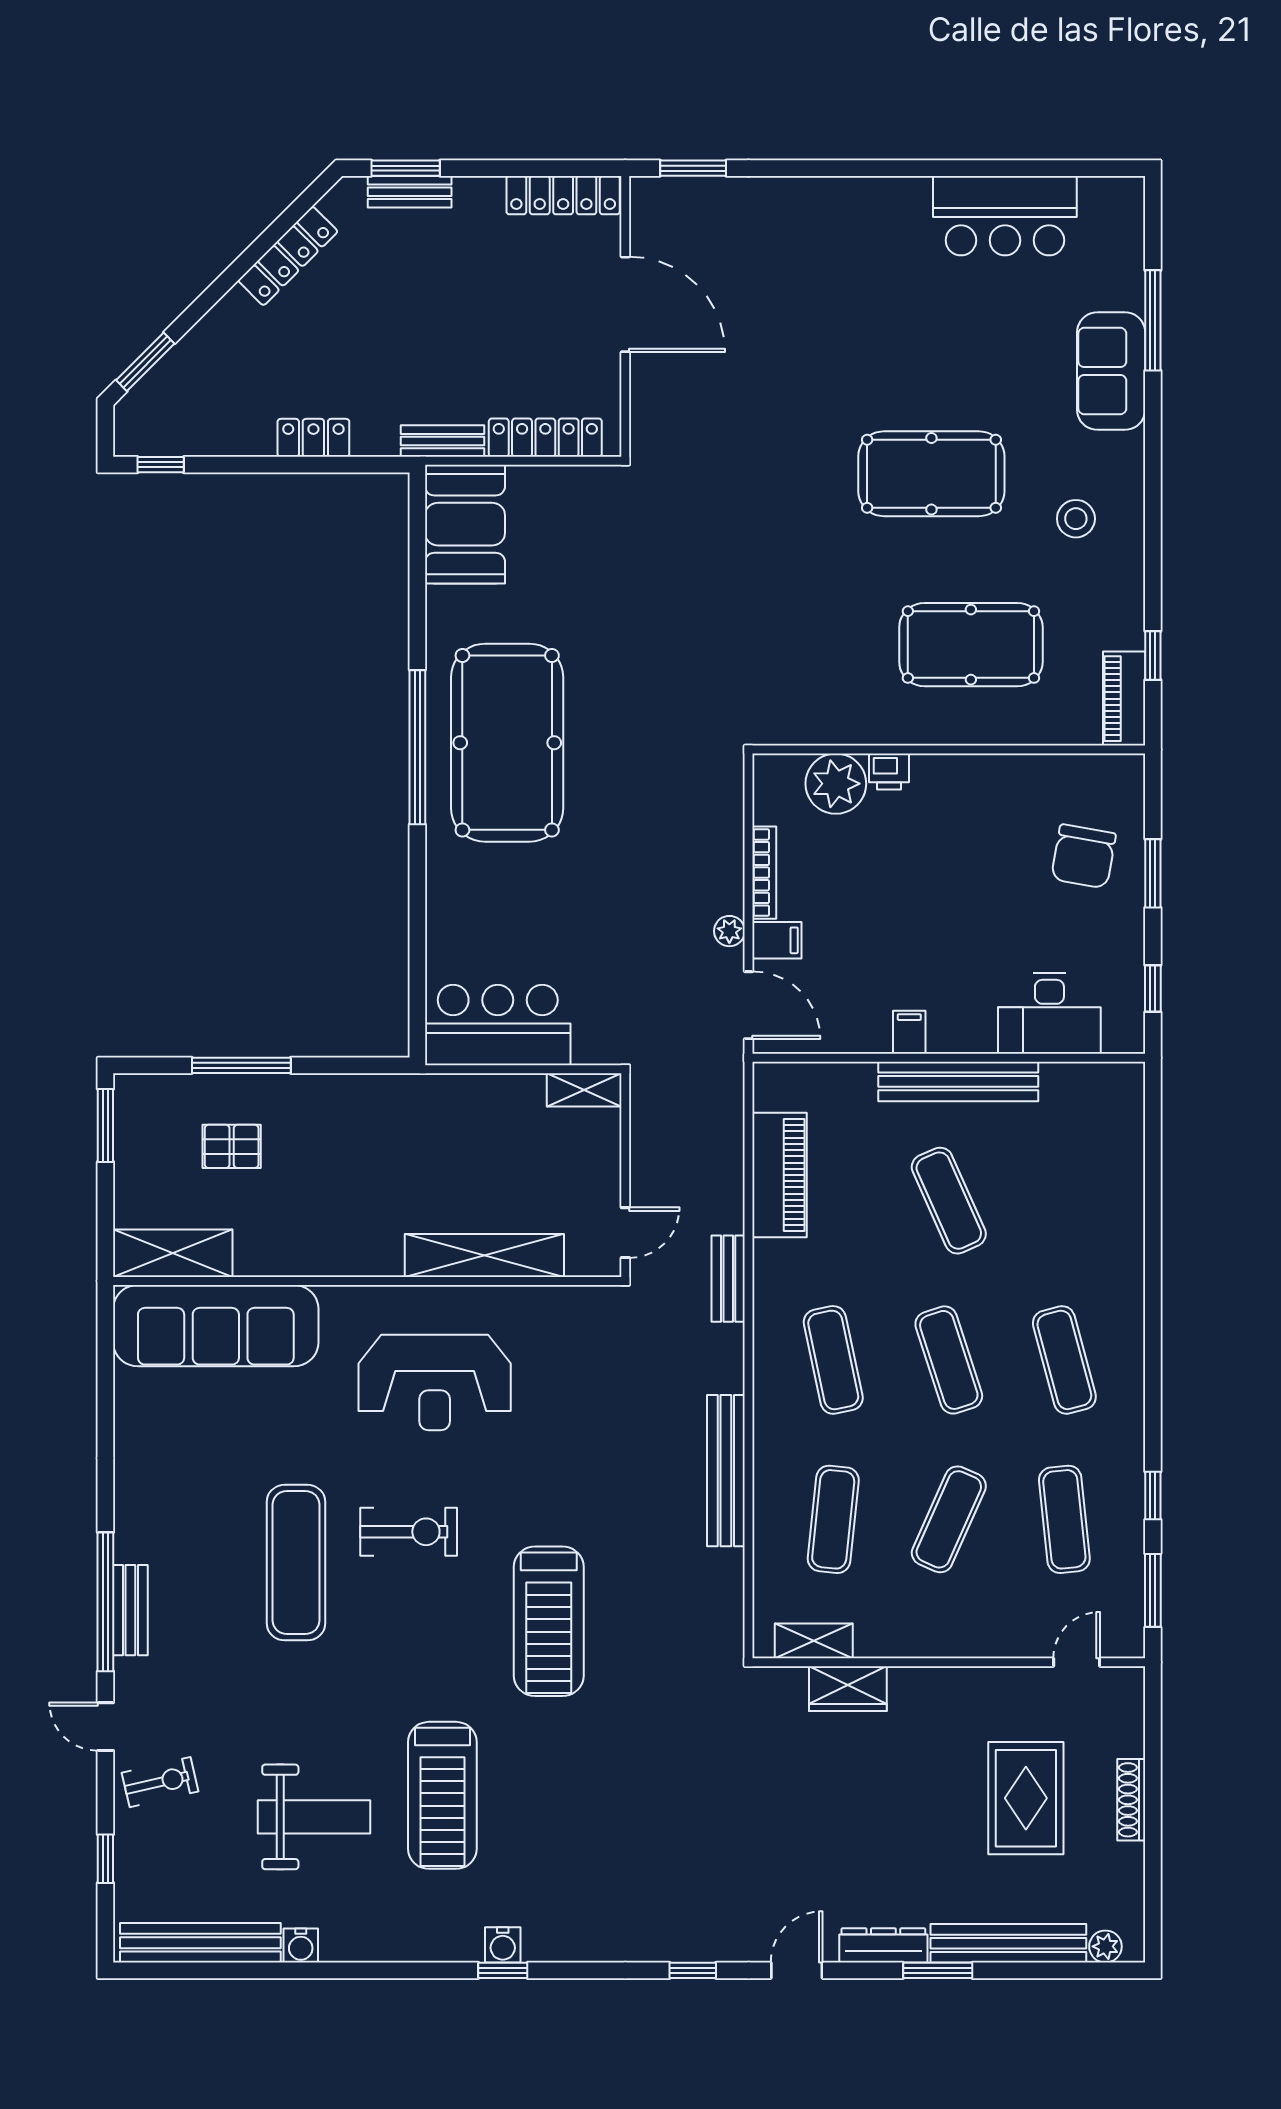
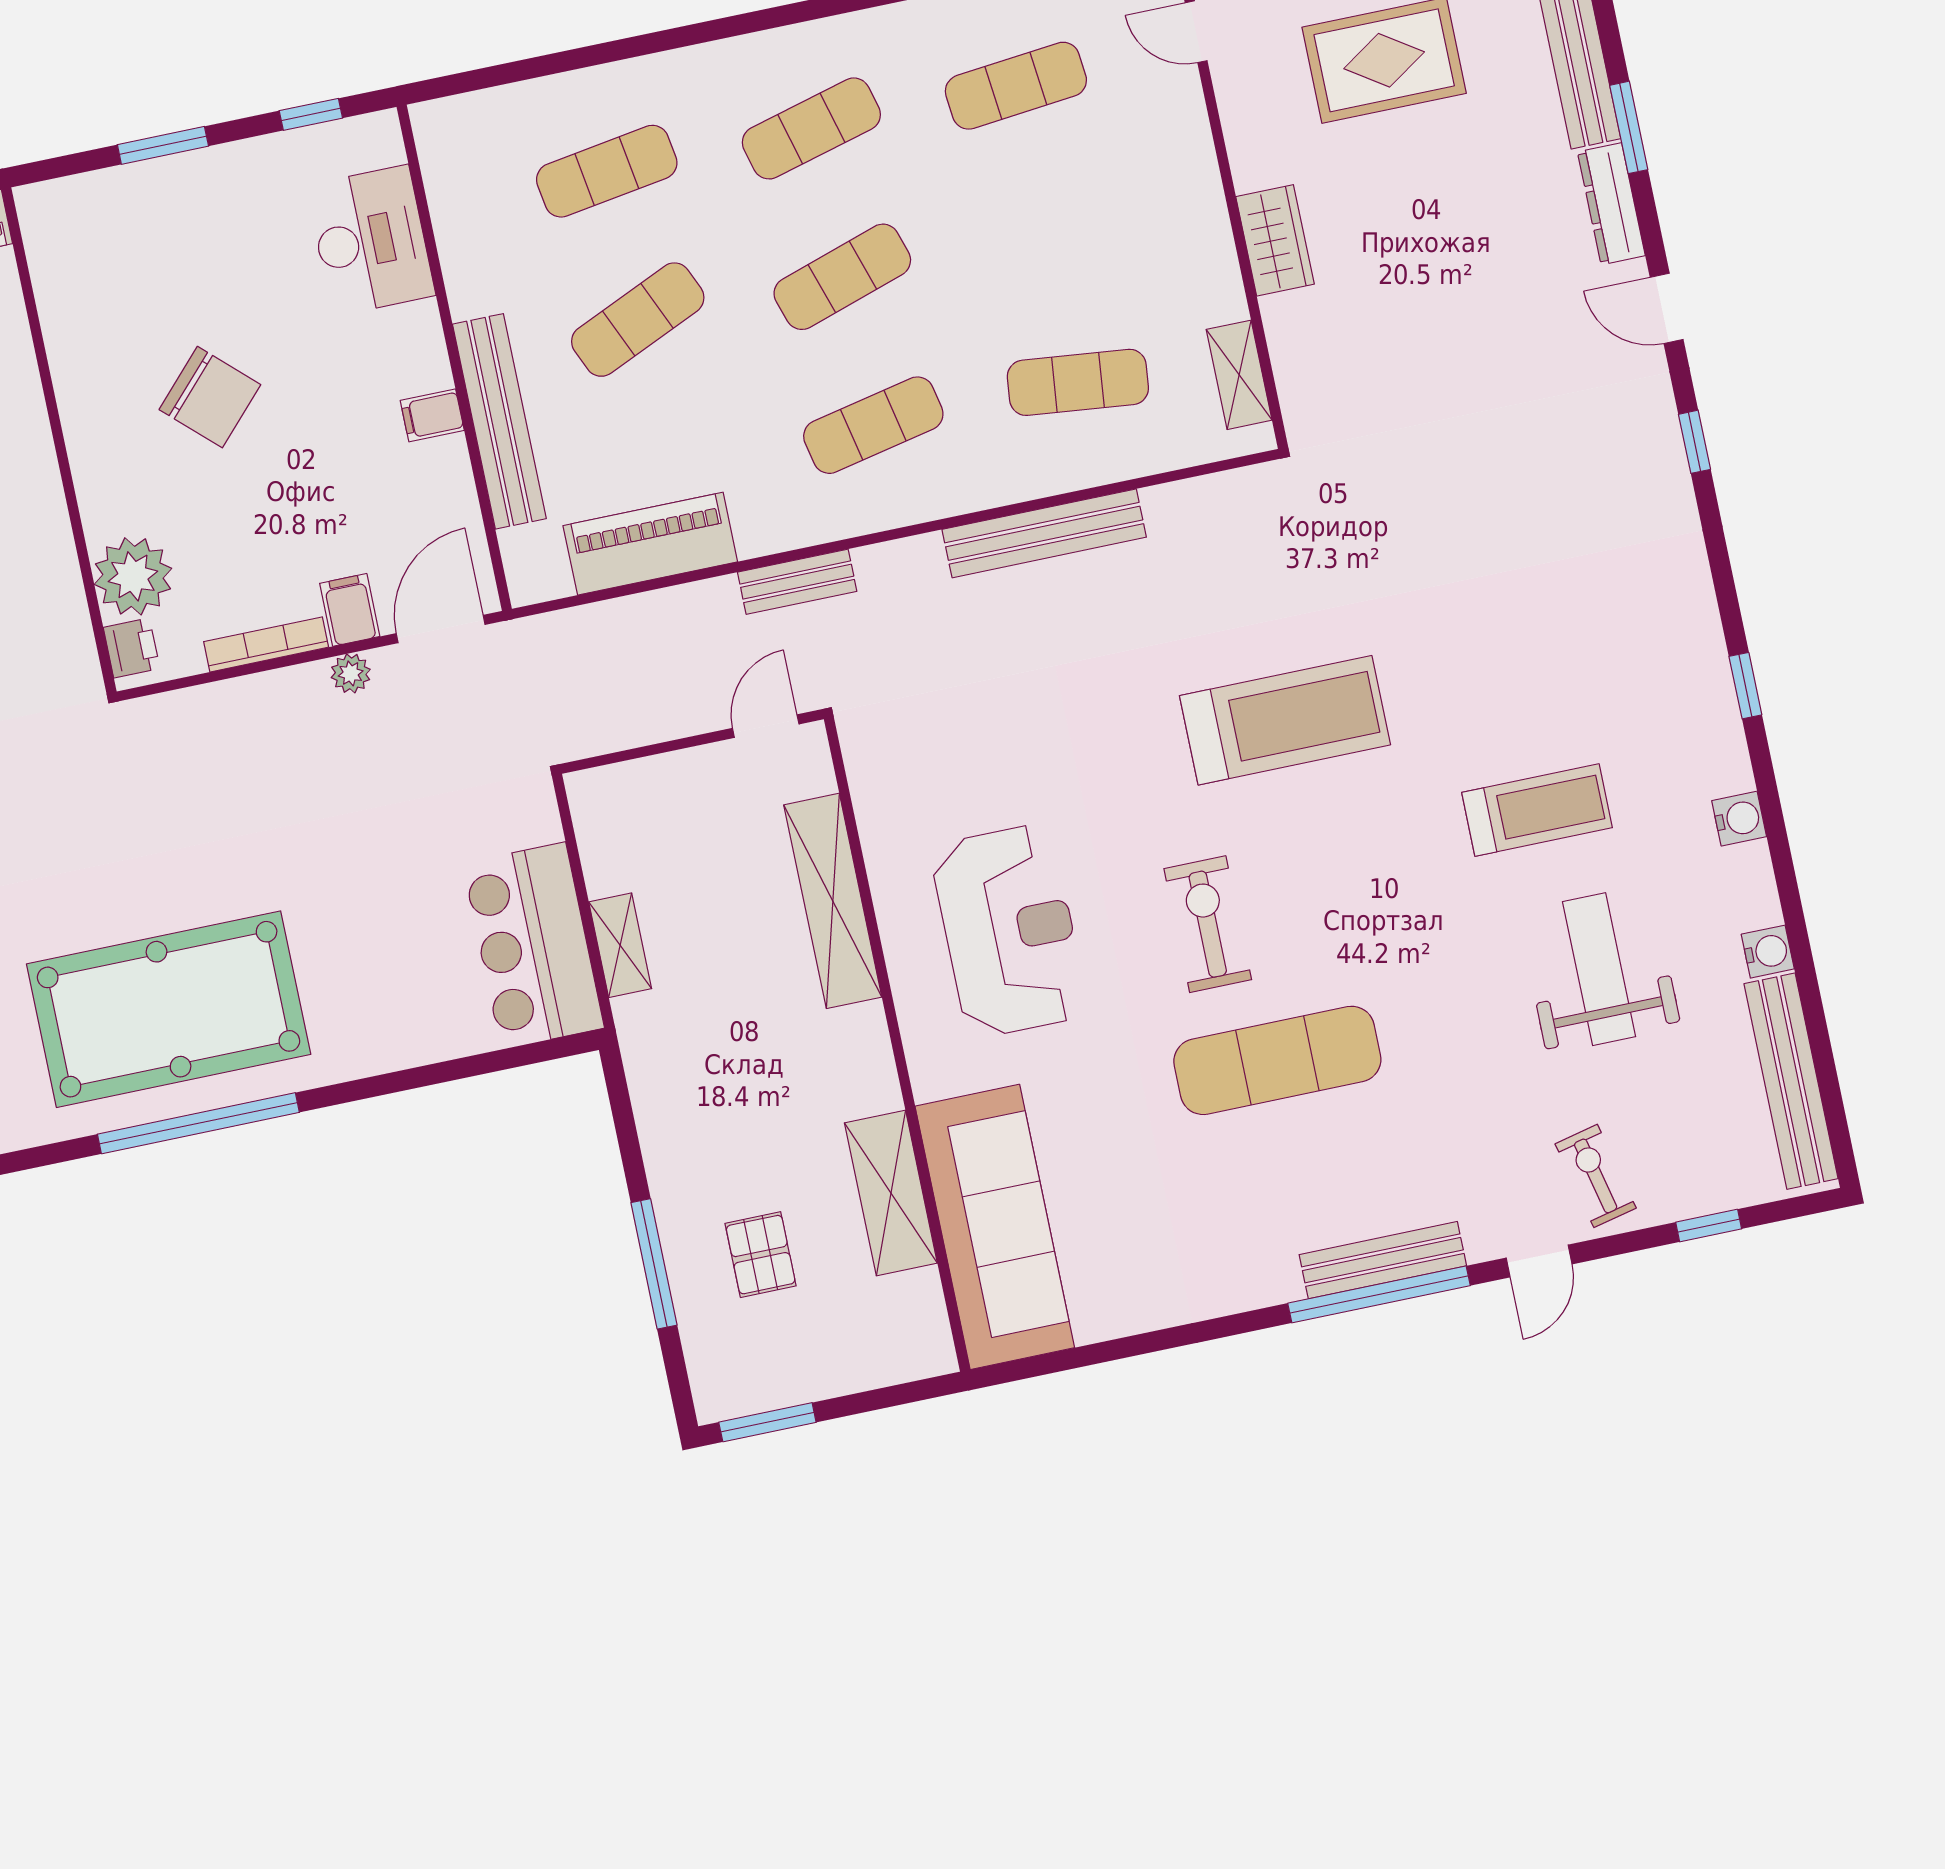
printer: (889, 771) -> (132, 648), moved
chair: (1084, 856) -> (210, 397), moved, turned 33
bench: (958, 1081) -> (499, 421), moved
shelving: (584, 1090) -> (620, 945), moved
door: (625, 1233) -> (766, 726), hinge flipped
shelving: (173, 1253) -> (891, 1193), moved
exercise mat: (949, 1519) -> (607, 171), moved, turned -33
bench: (130, 1610) -> (1383, 1260), width x1.36
wardrobe: (848, 1689) -> (1275, 240), moved
treadmill: (442, 1795) -> (1537, 810), width x0.73, depth x0.73
water cooler: (503, 1945) -> (1739, 819), moved

